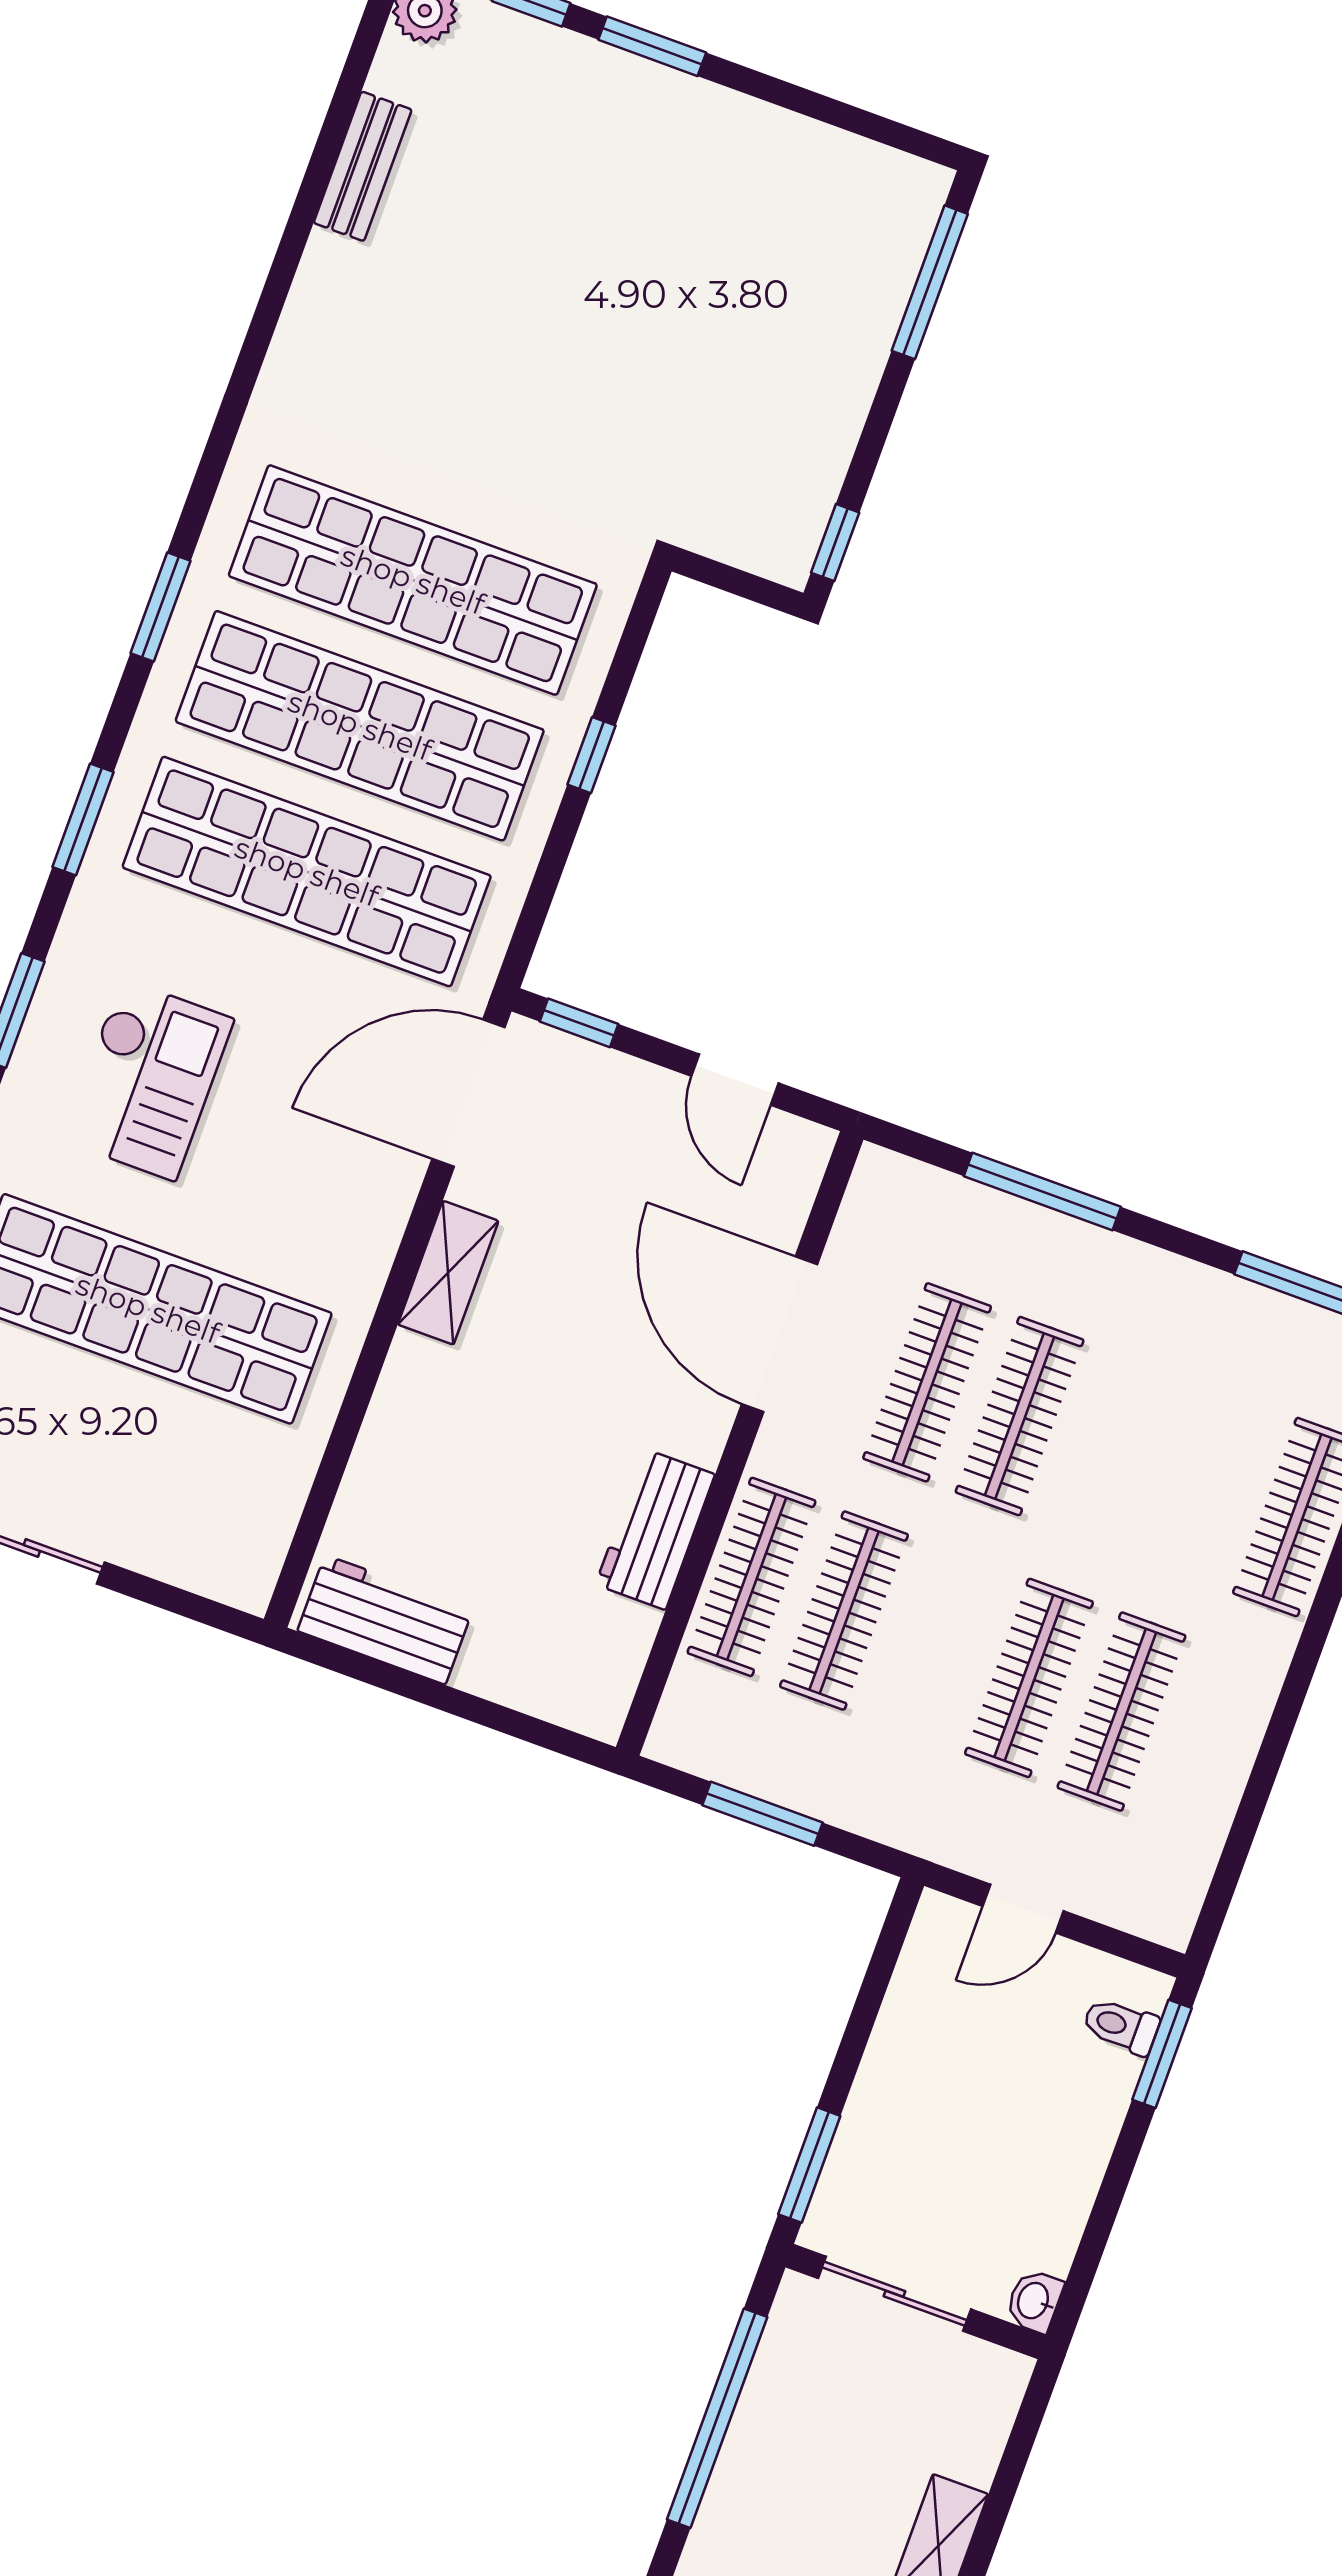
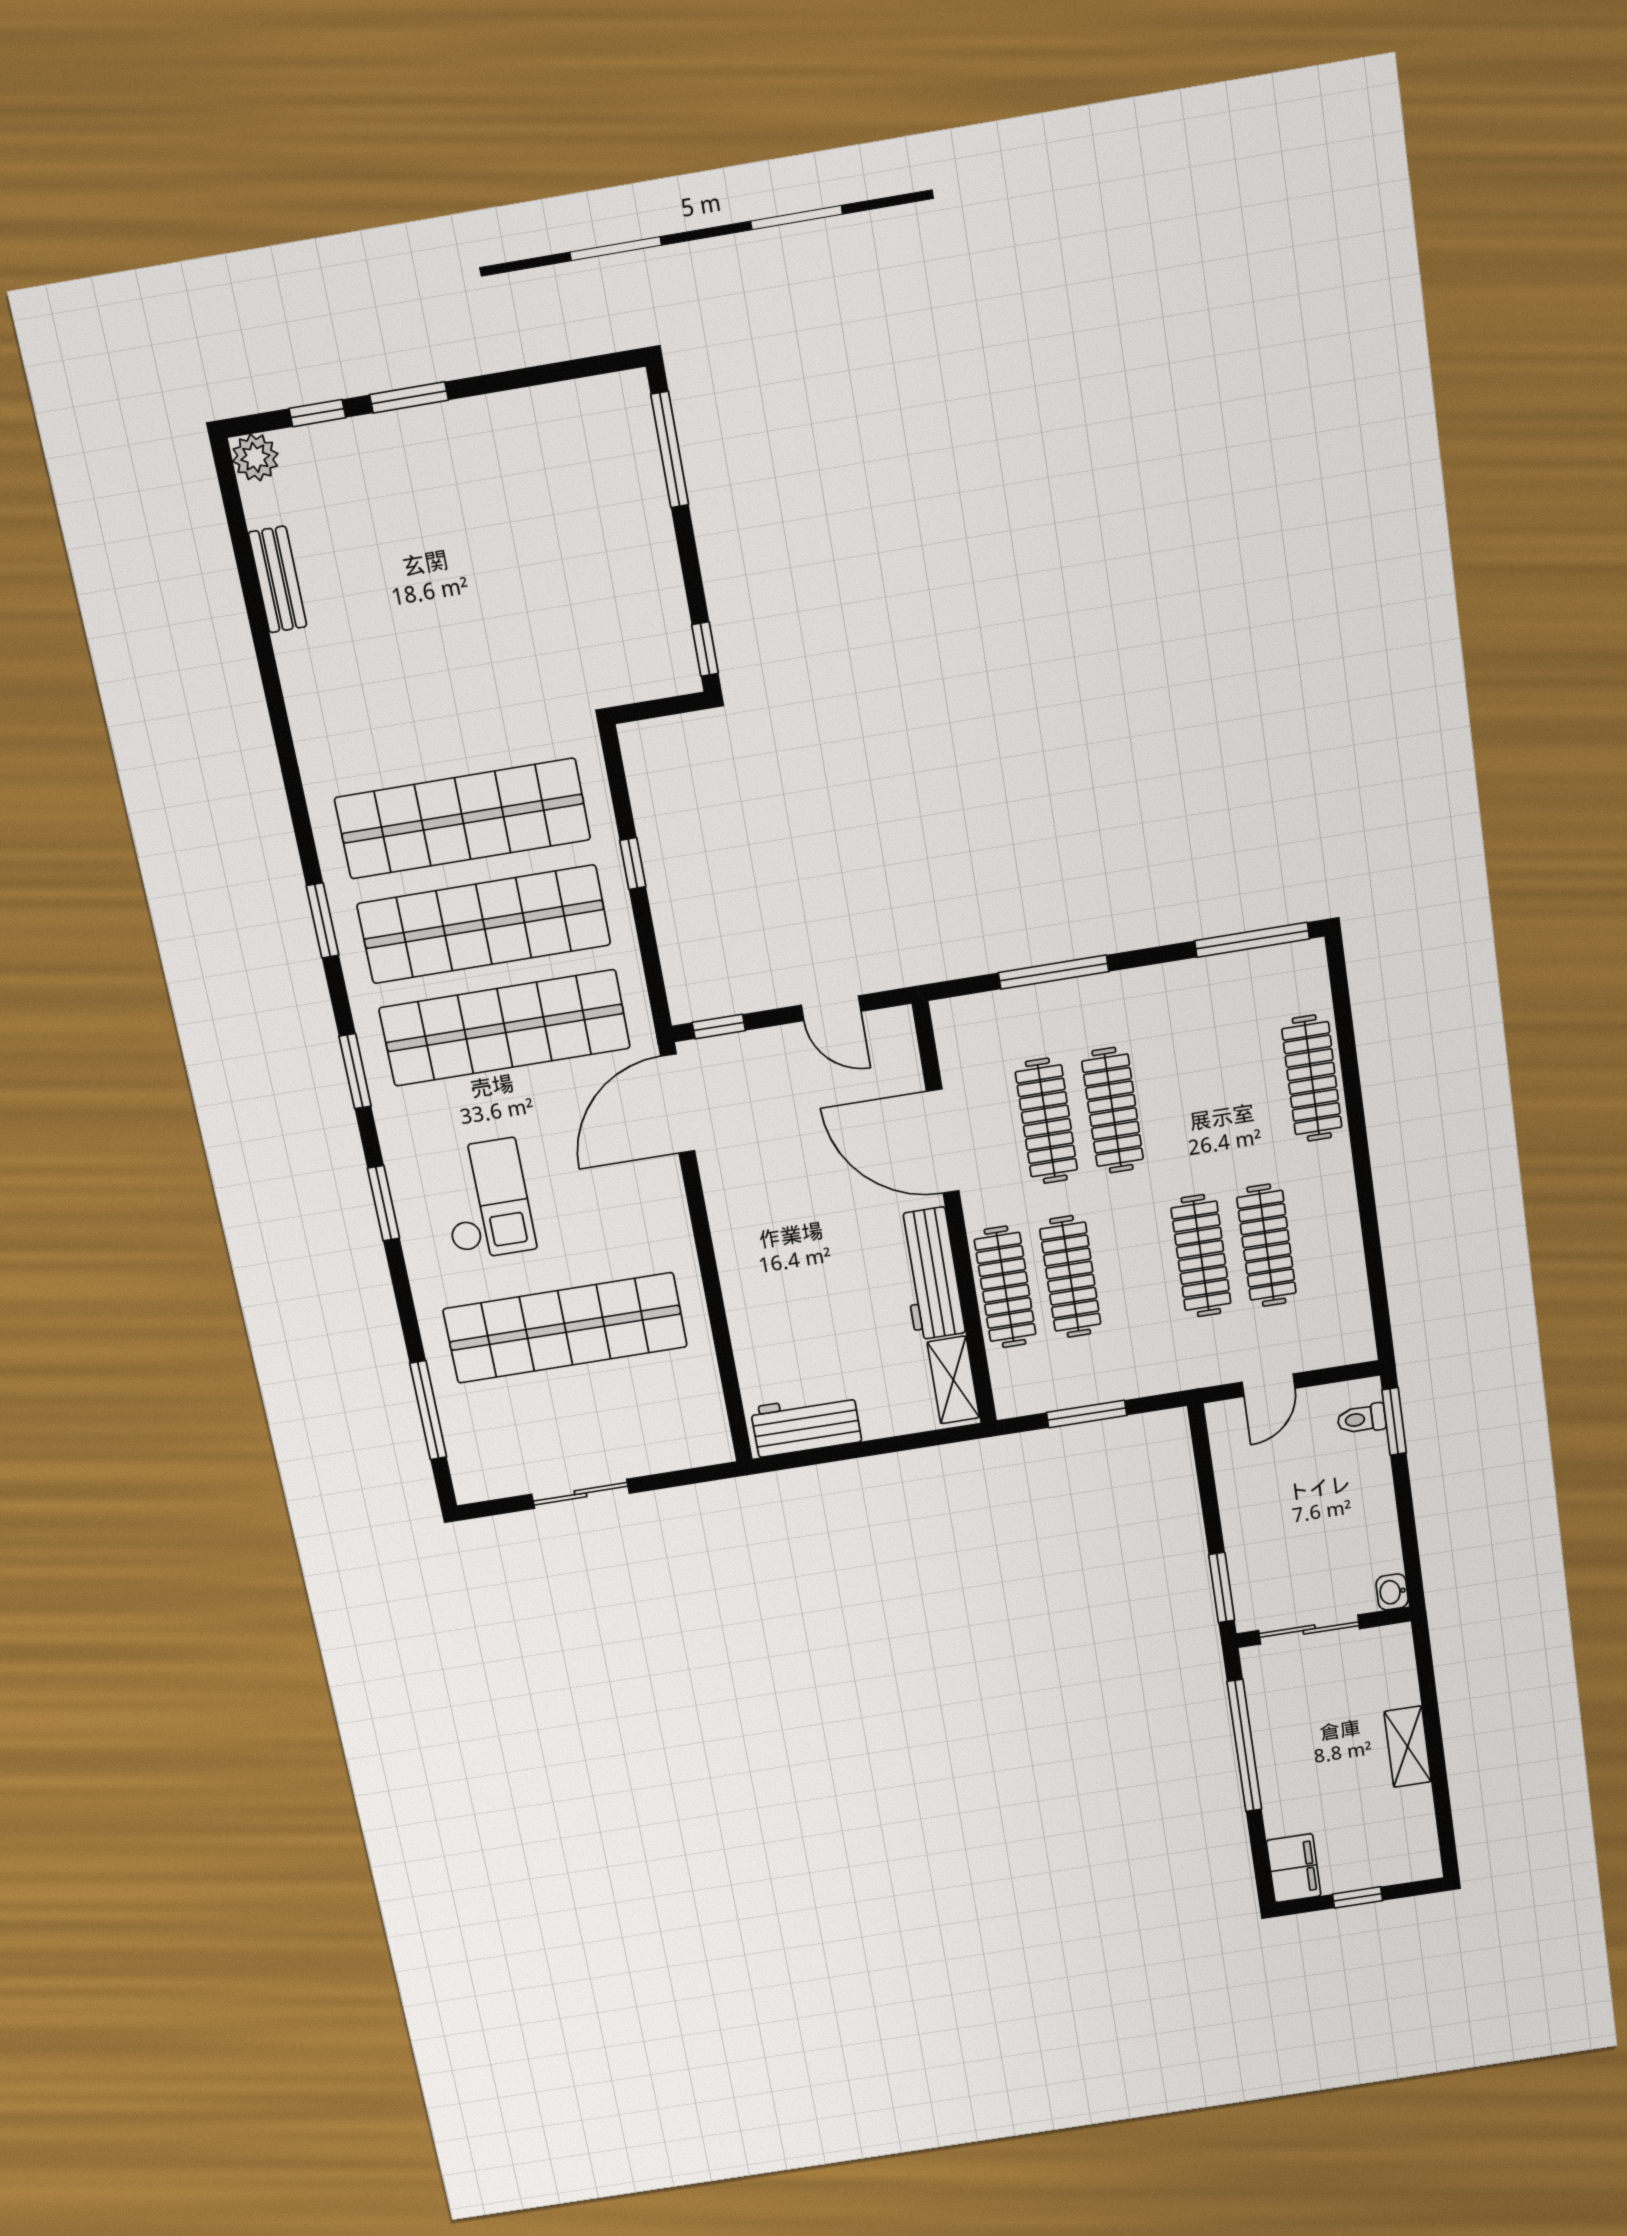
shelving: (448, 1273) -> (953, 1380), moved
workbench: (655, 1529) -> (930, 1274), width x1.37

